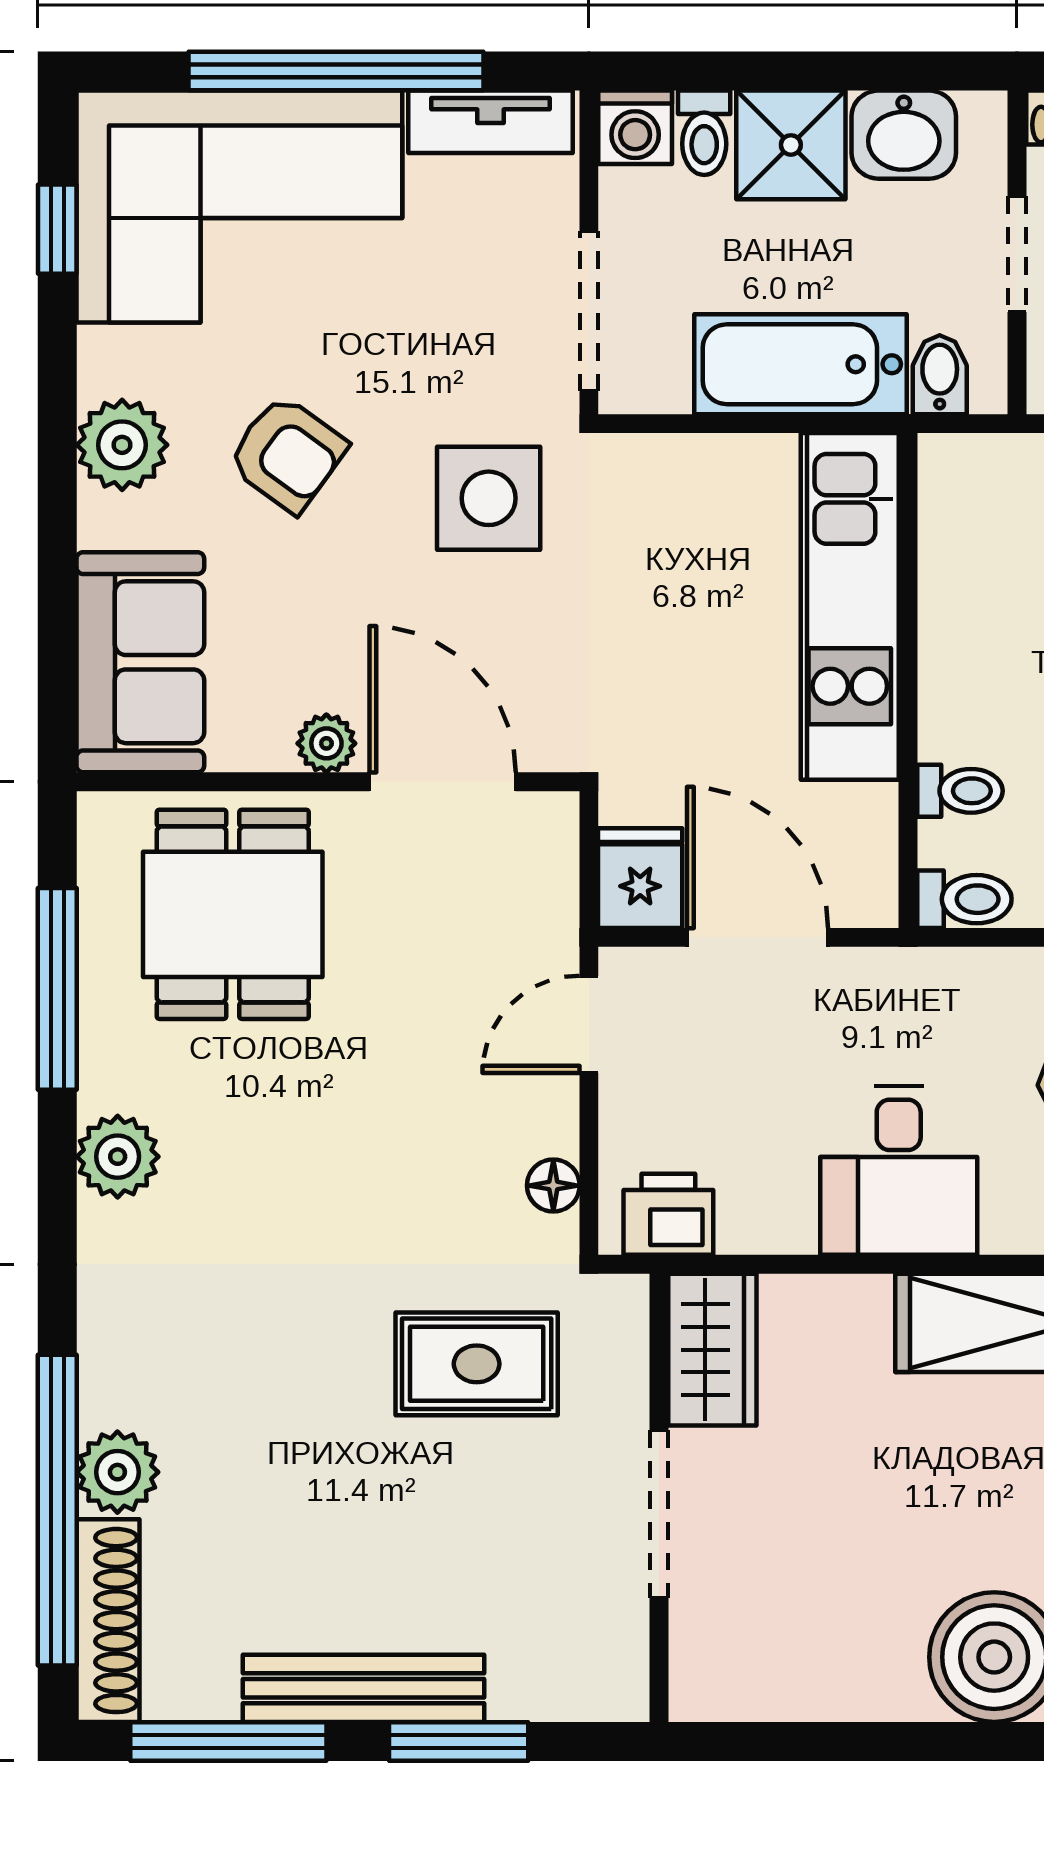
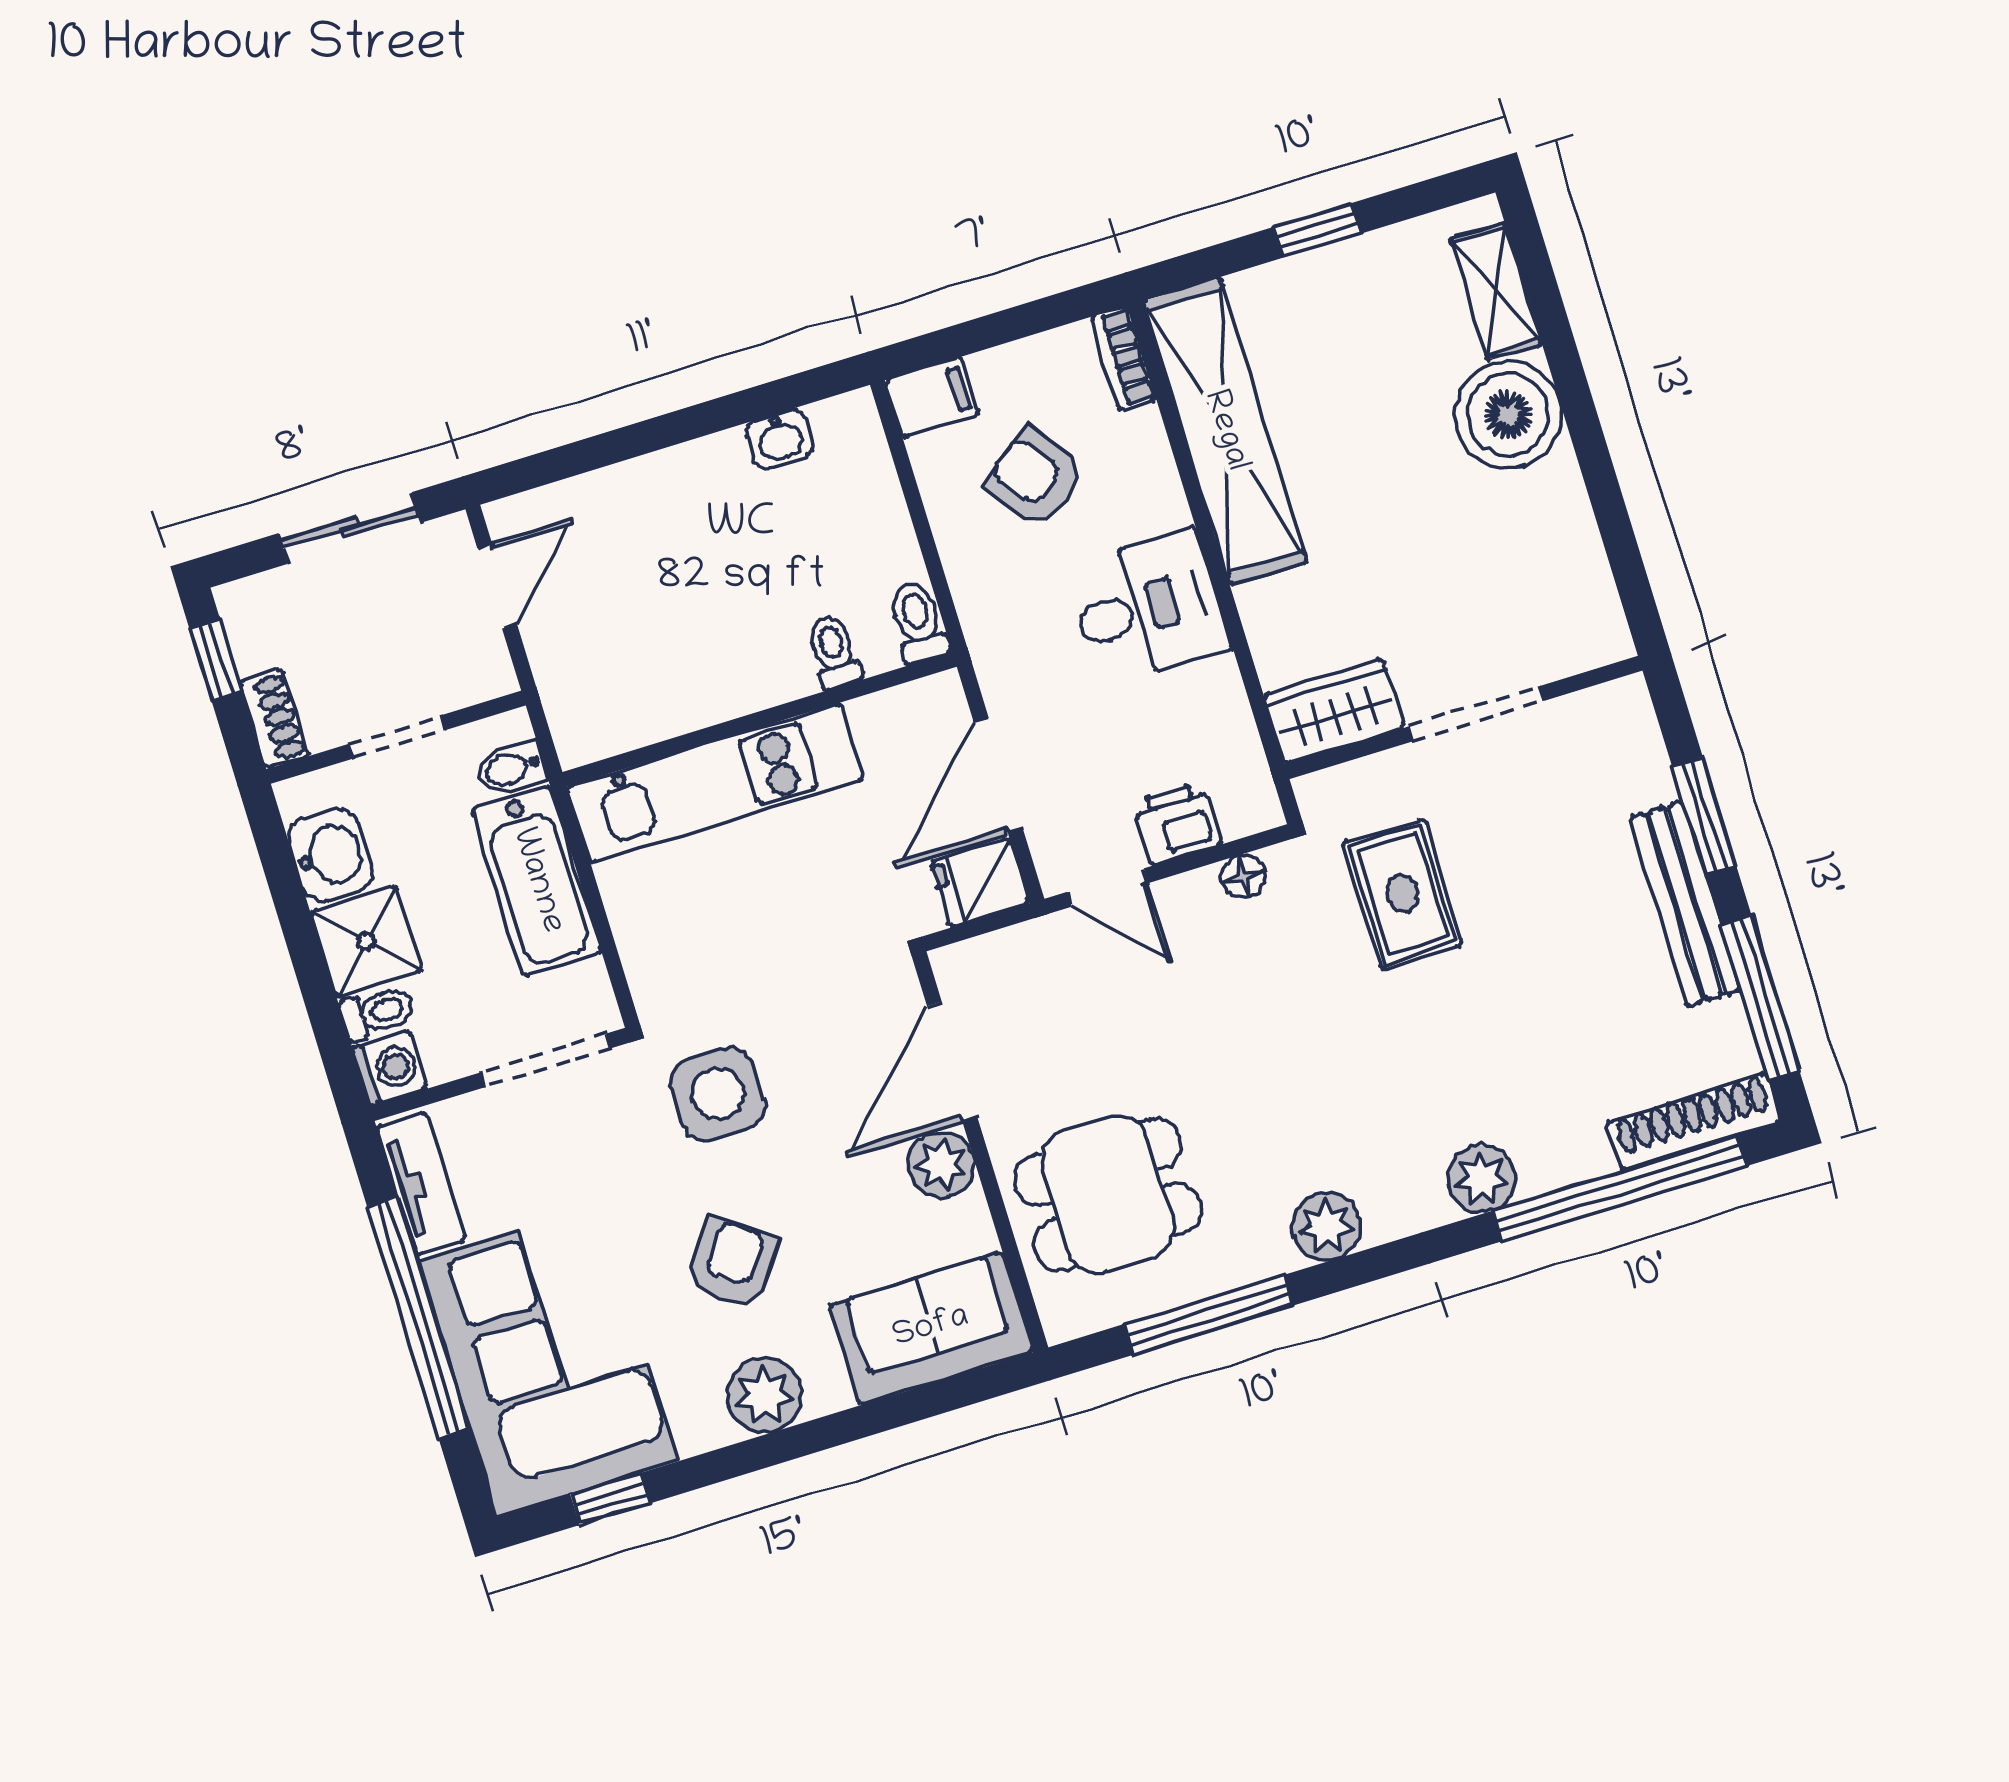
plant: (326, 743) -> (942, 1165), width x1.38, depth x1.38
printer: (668, 1214) -> (1177, 823), moved, turned 90
plant: (117, 1472) -> (1481, 1179), moved

